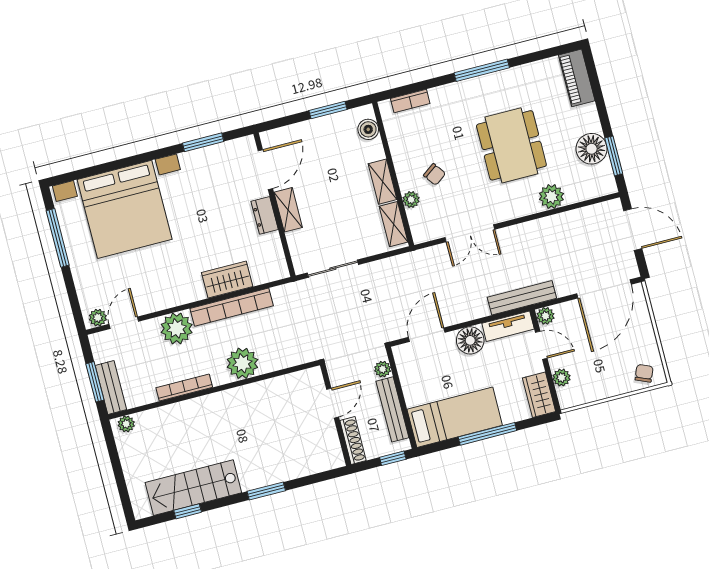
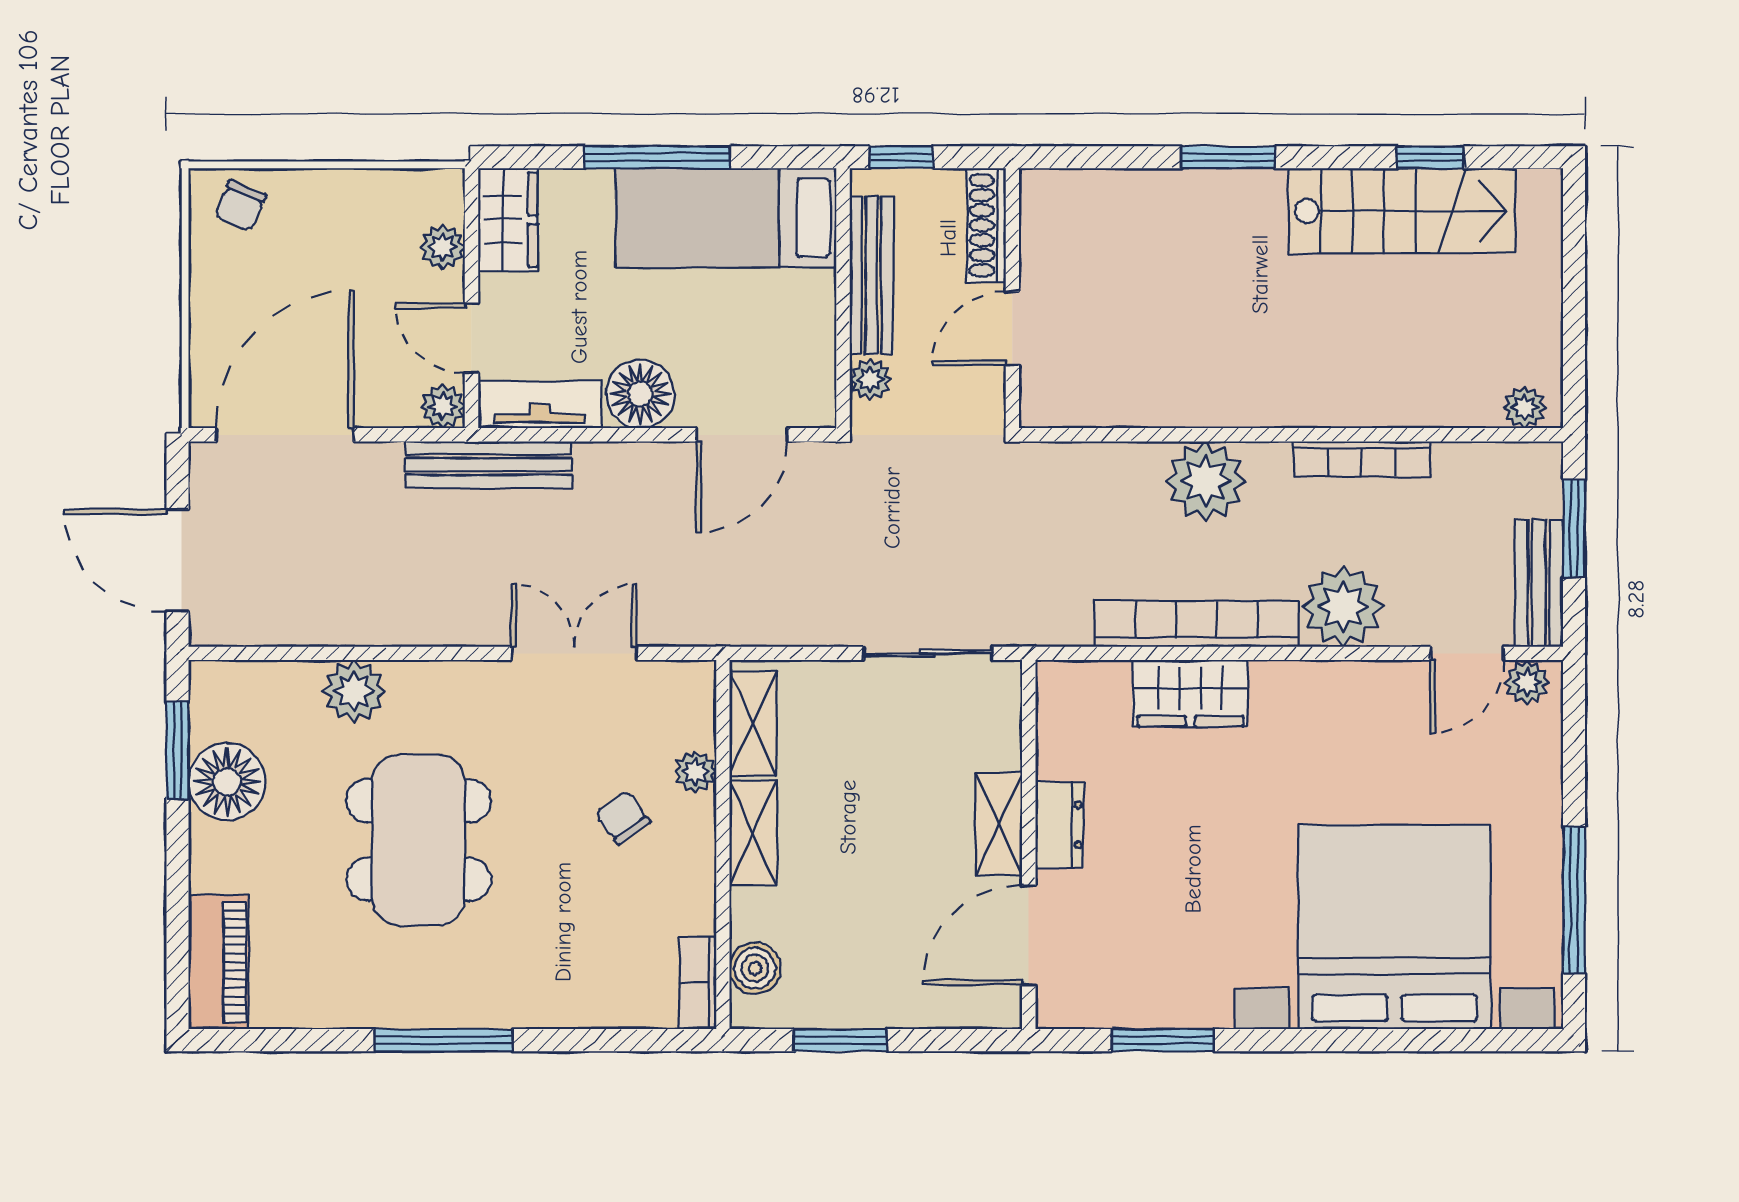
bookcase: (410, 101) -> (698, 983), moved, turned -90
bench: (111, 387) -> (1539, 583), moved

